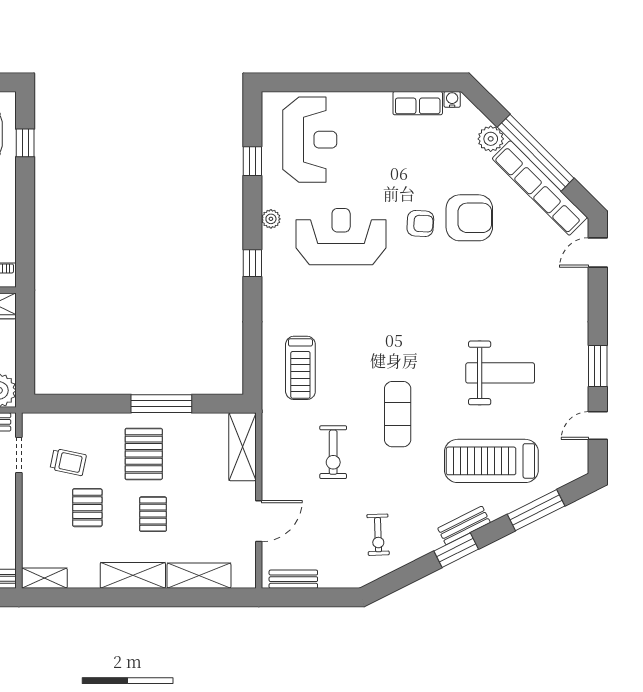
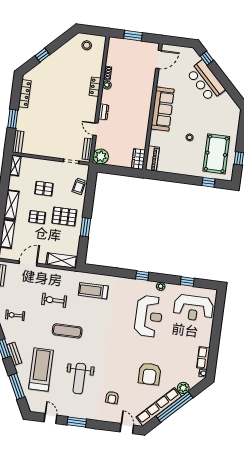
armchair: (420, 224) -> (112, 398), moved
window: (161, 404) -> (85, 227), width x0.69
trolley: (68, 462) -> (79, 186), moved
door: (259, 521) -> (28, 263), swing flipped

